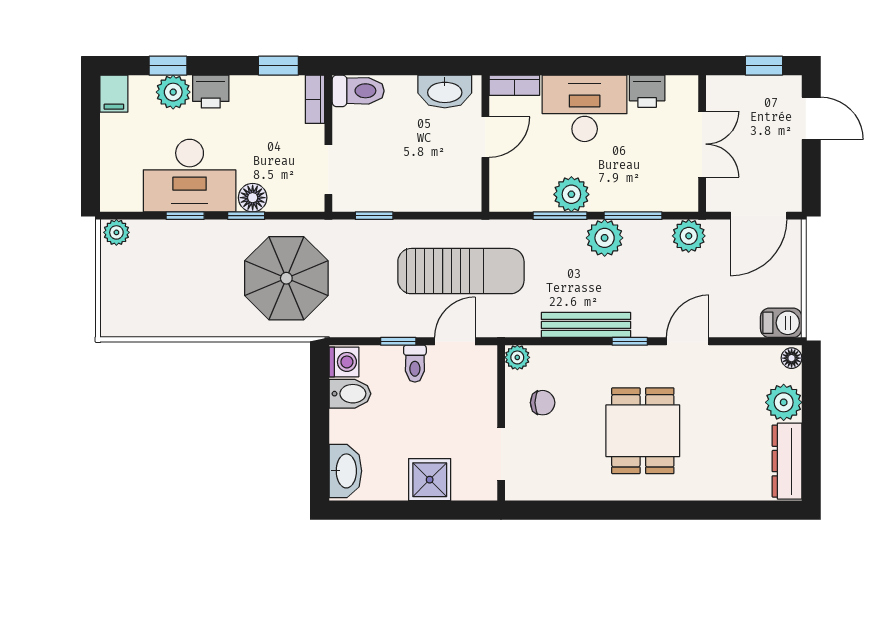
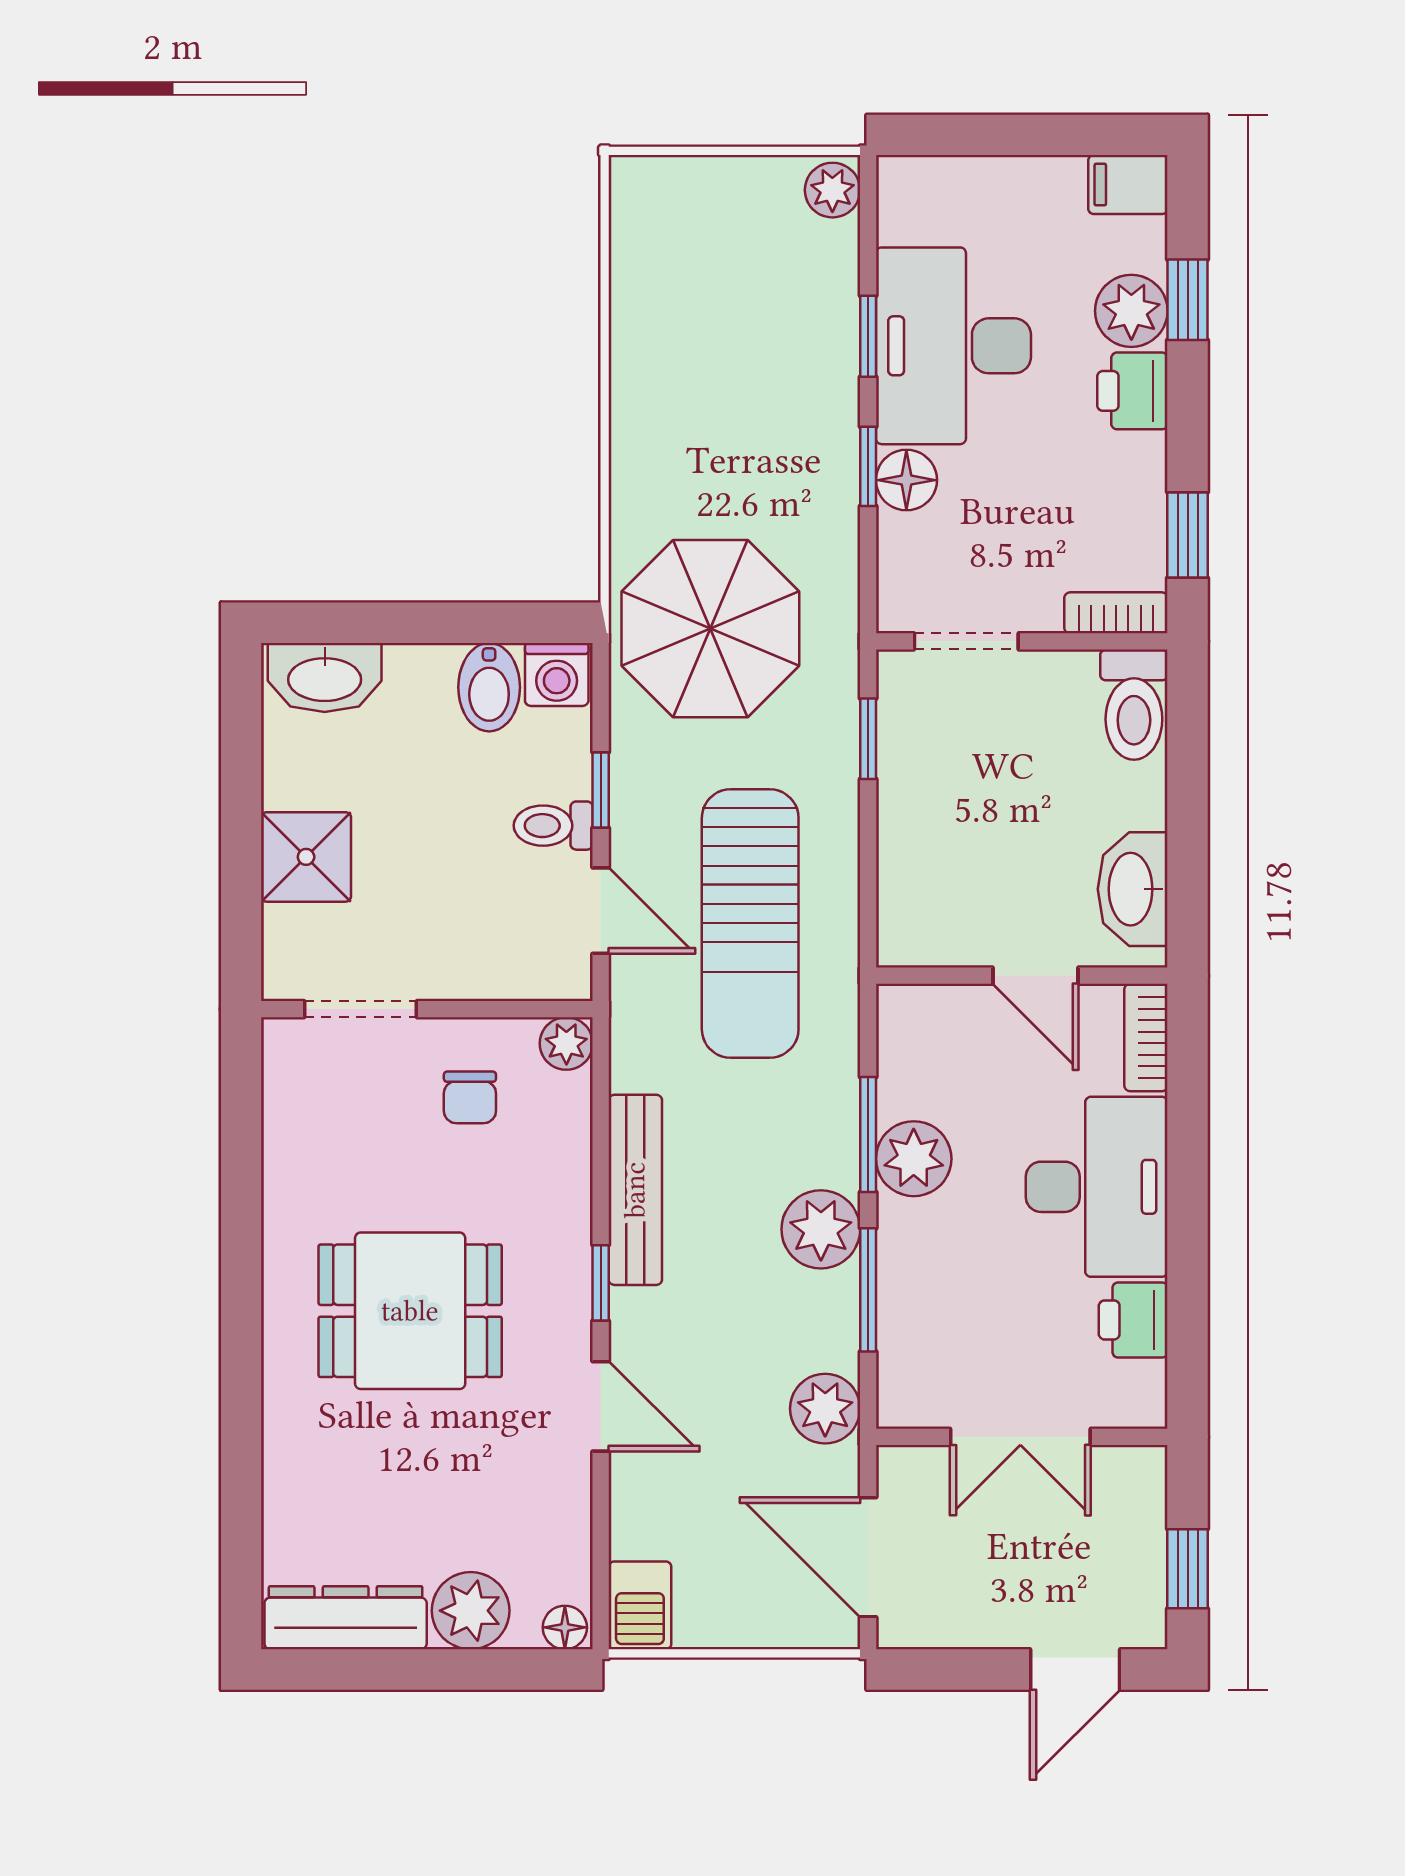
parasol: (286, 278) -> (710, 629), moved

